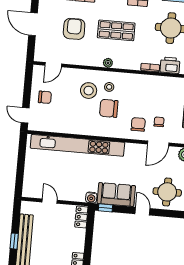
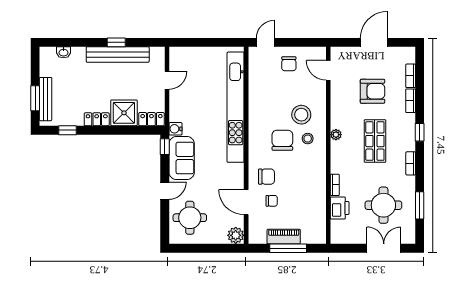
shower: (74, 240) -> (124, 113), added

